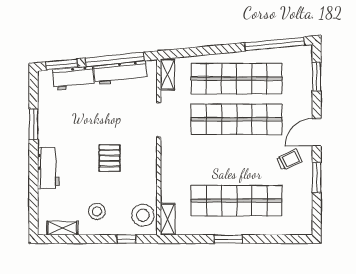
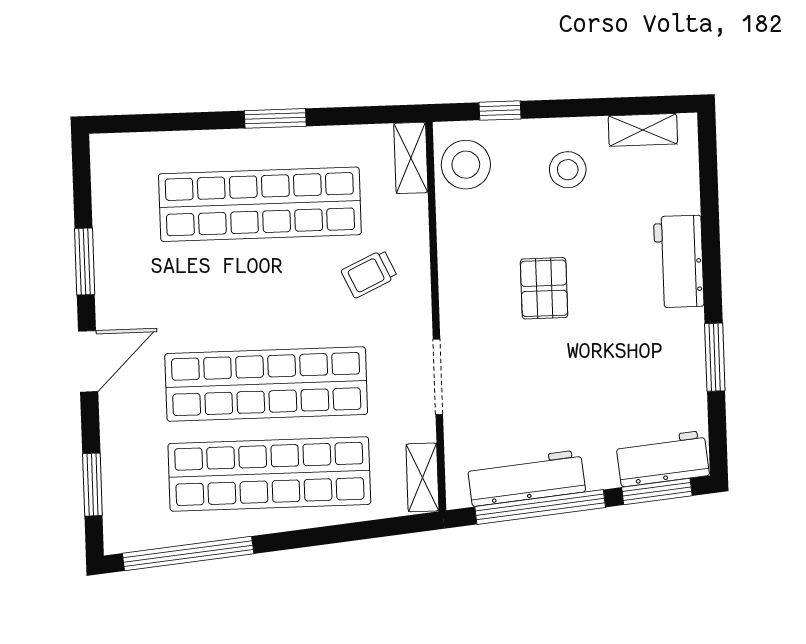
workbench: (74, 78) -> (663, 459), moved
trolley: (289, 160) -> (369, 274), moved

